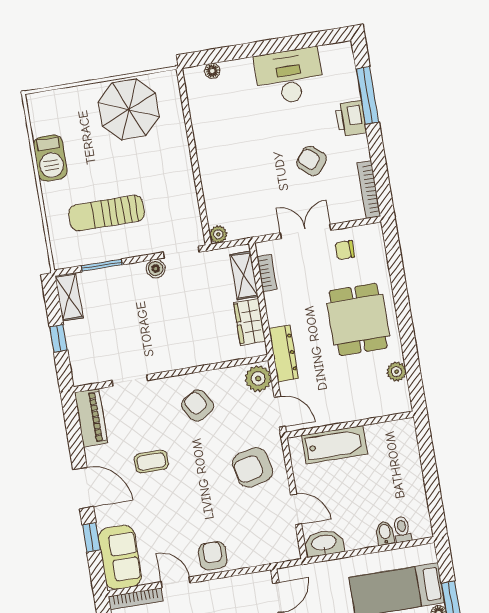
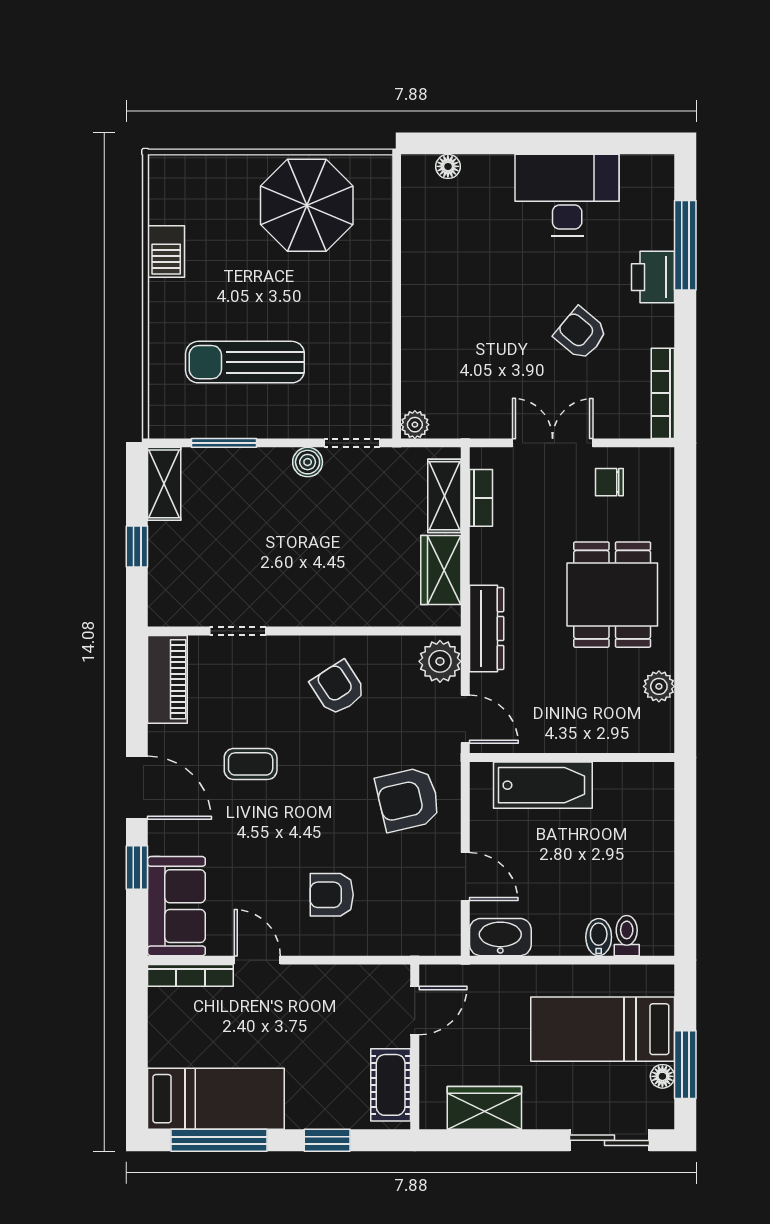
barbecue: (50, 158) -> (166, 251), width x0.73, depth x0.79
armchair: (213, 556) -> (332, 895), moved, turned -90

